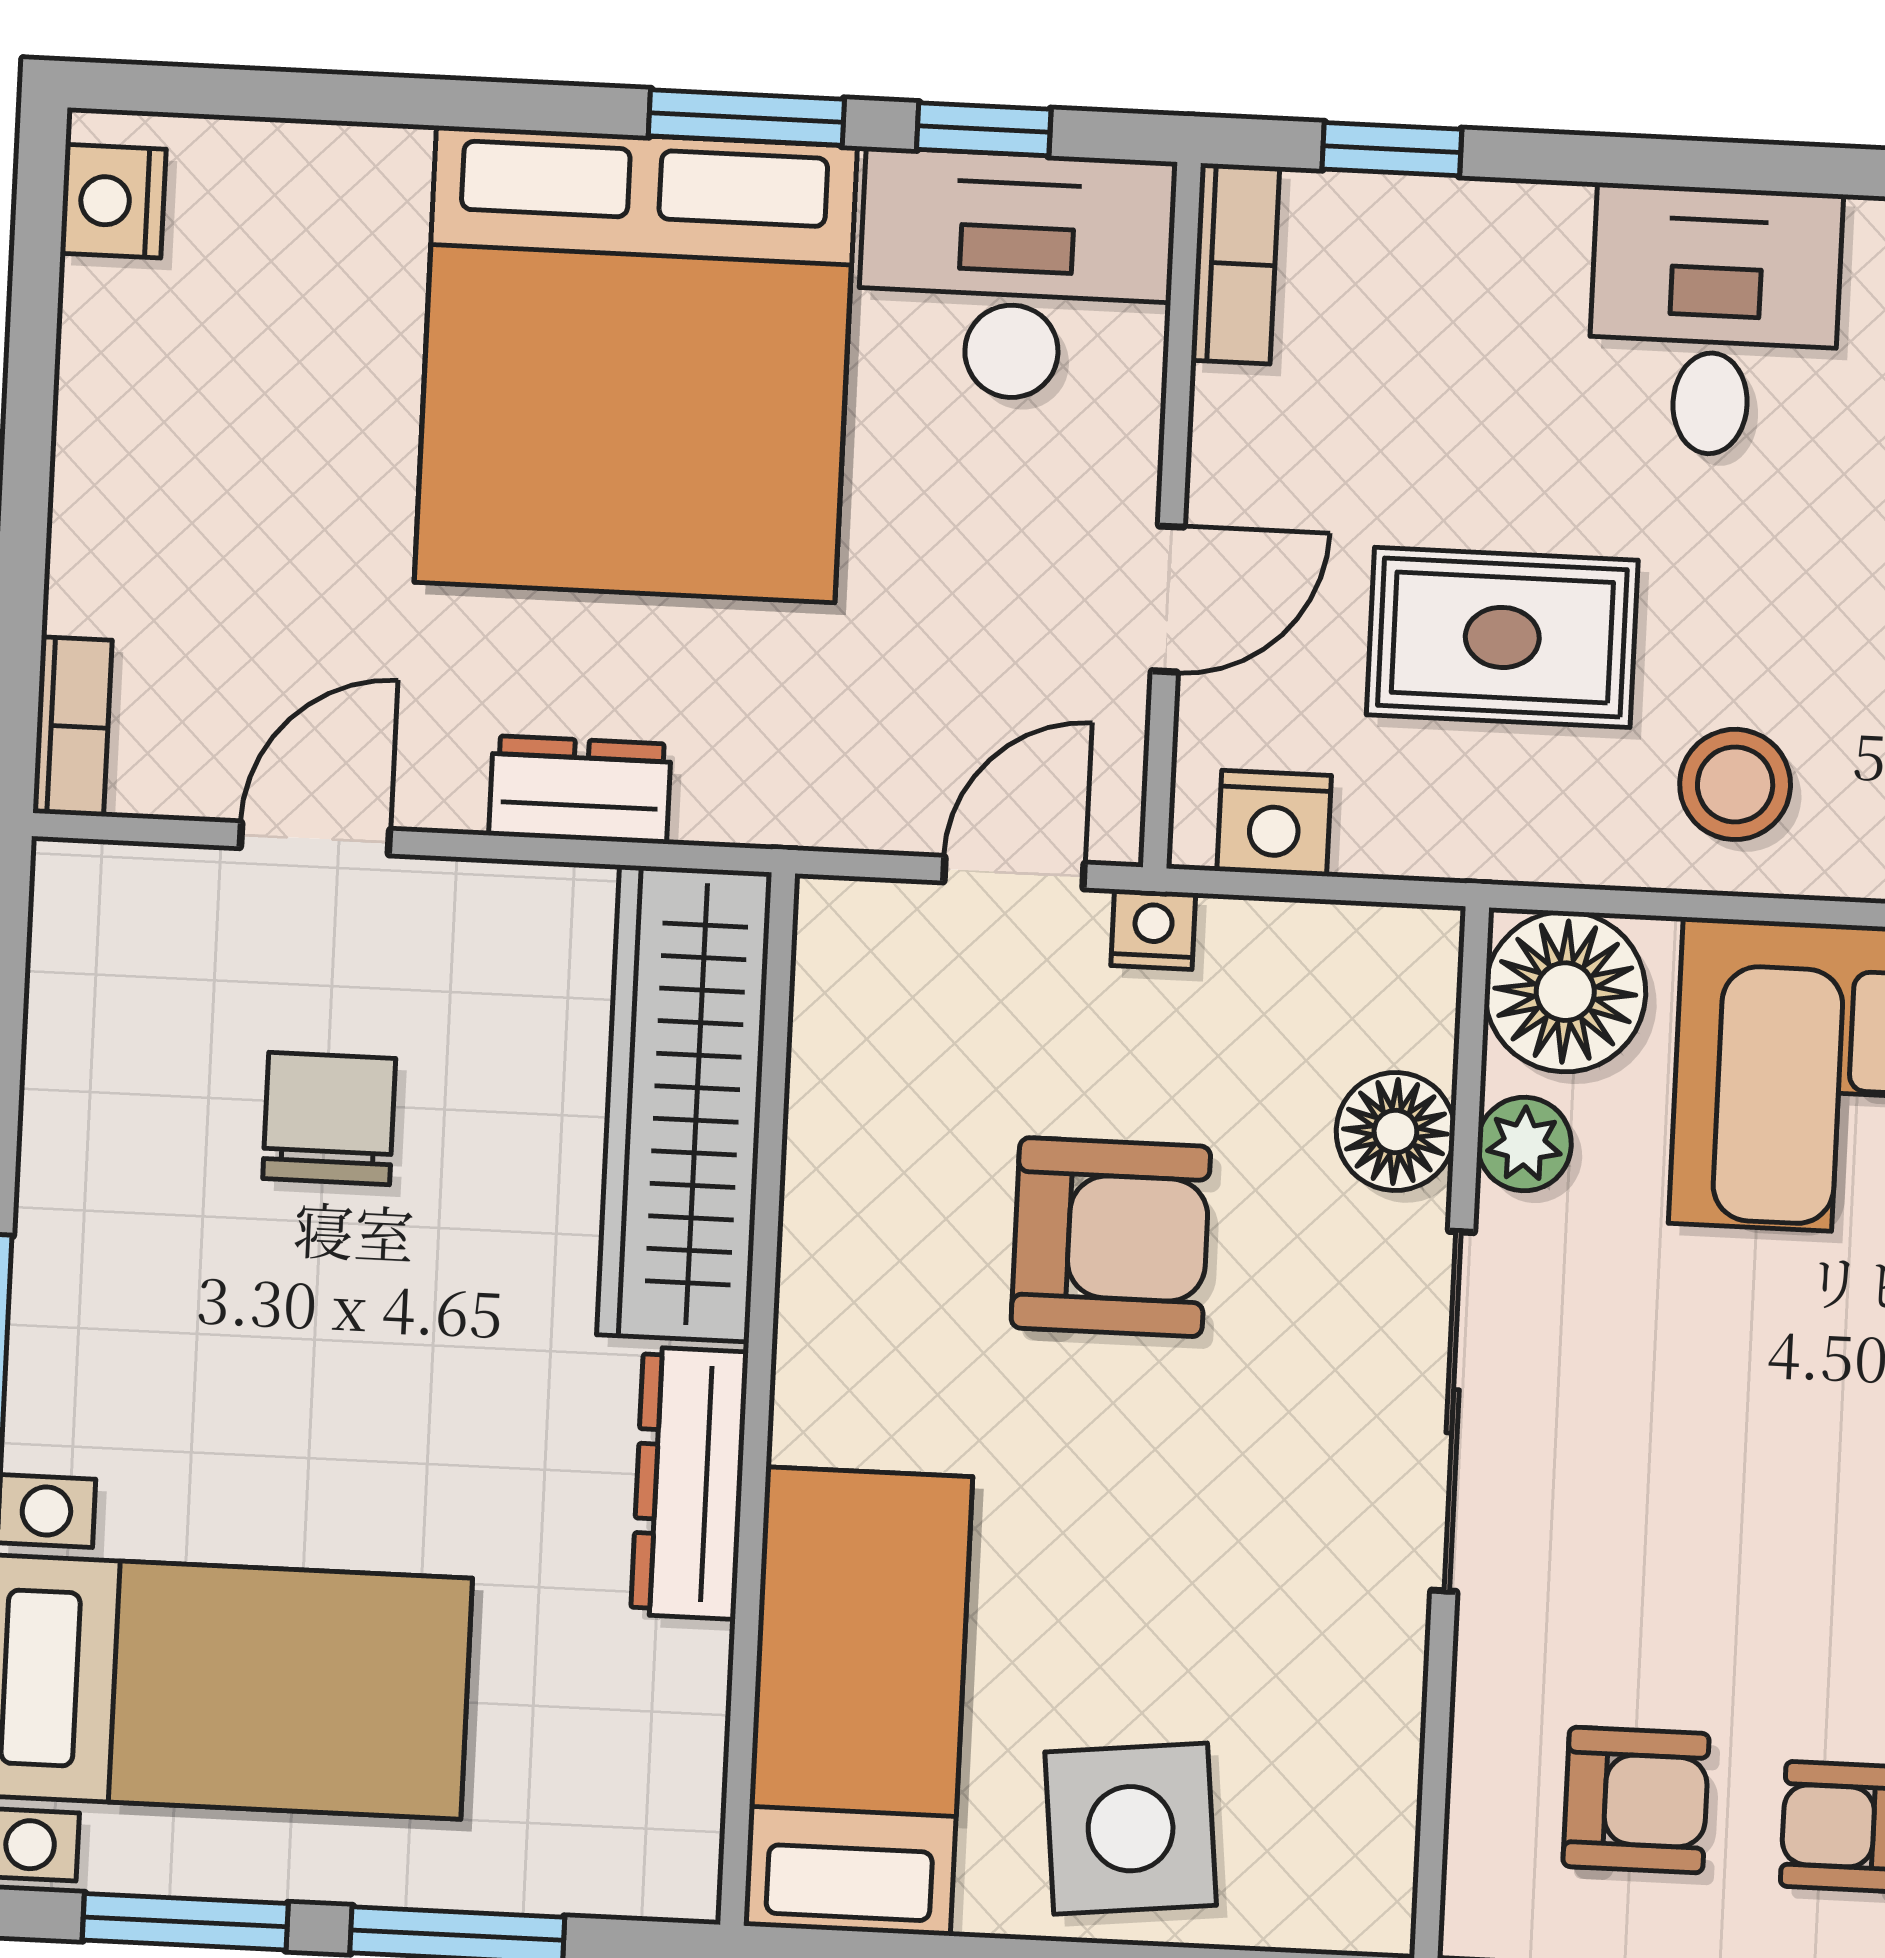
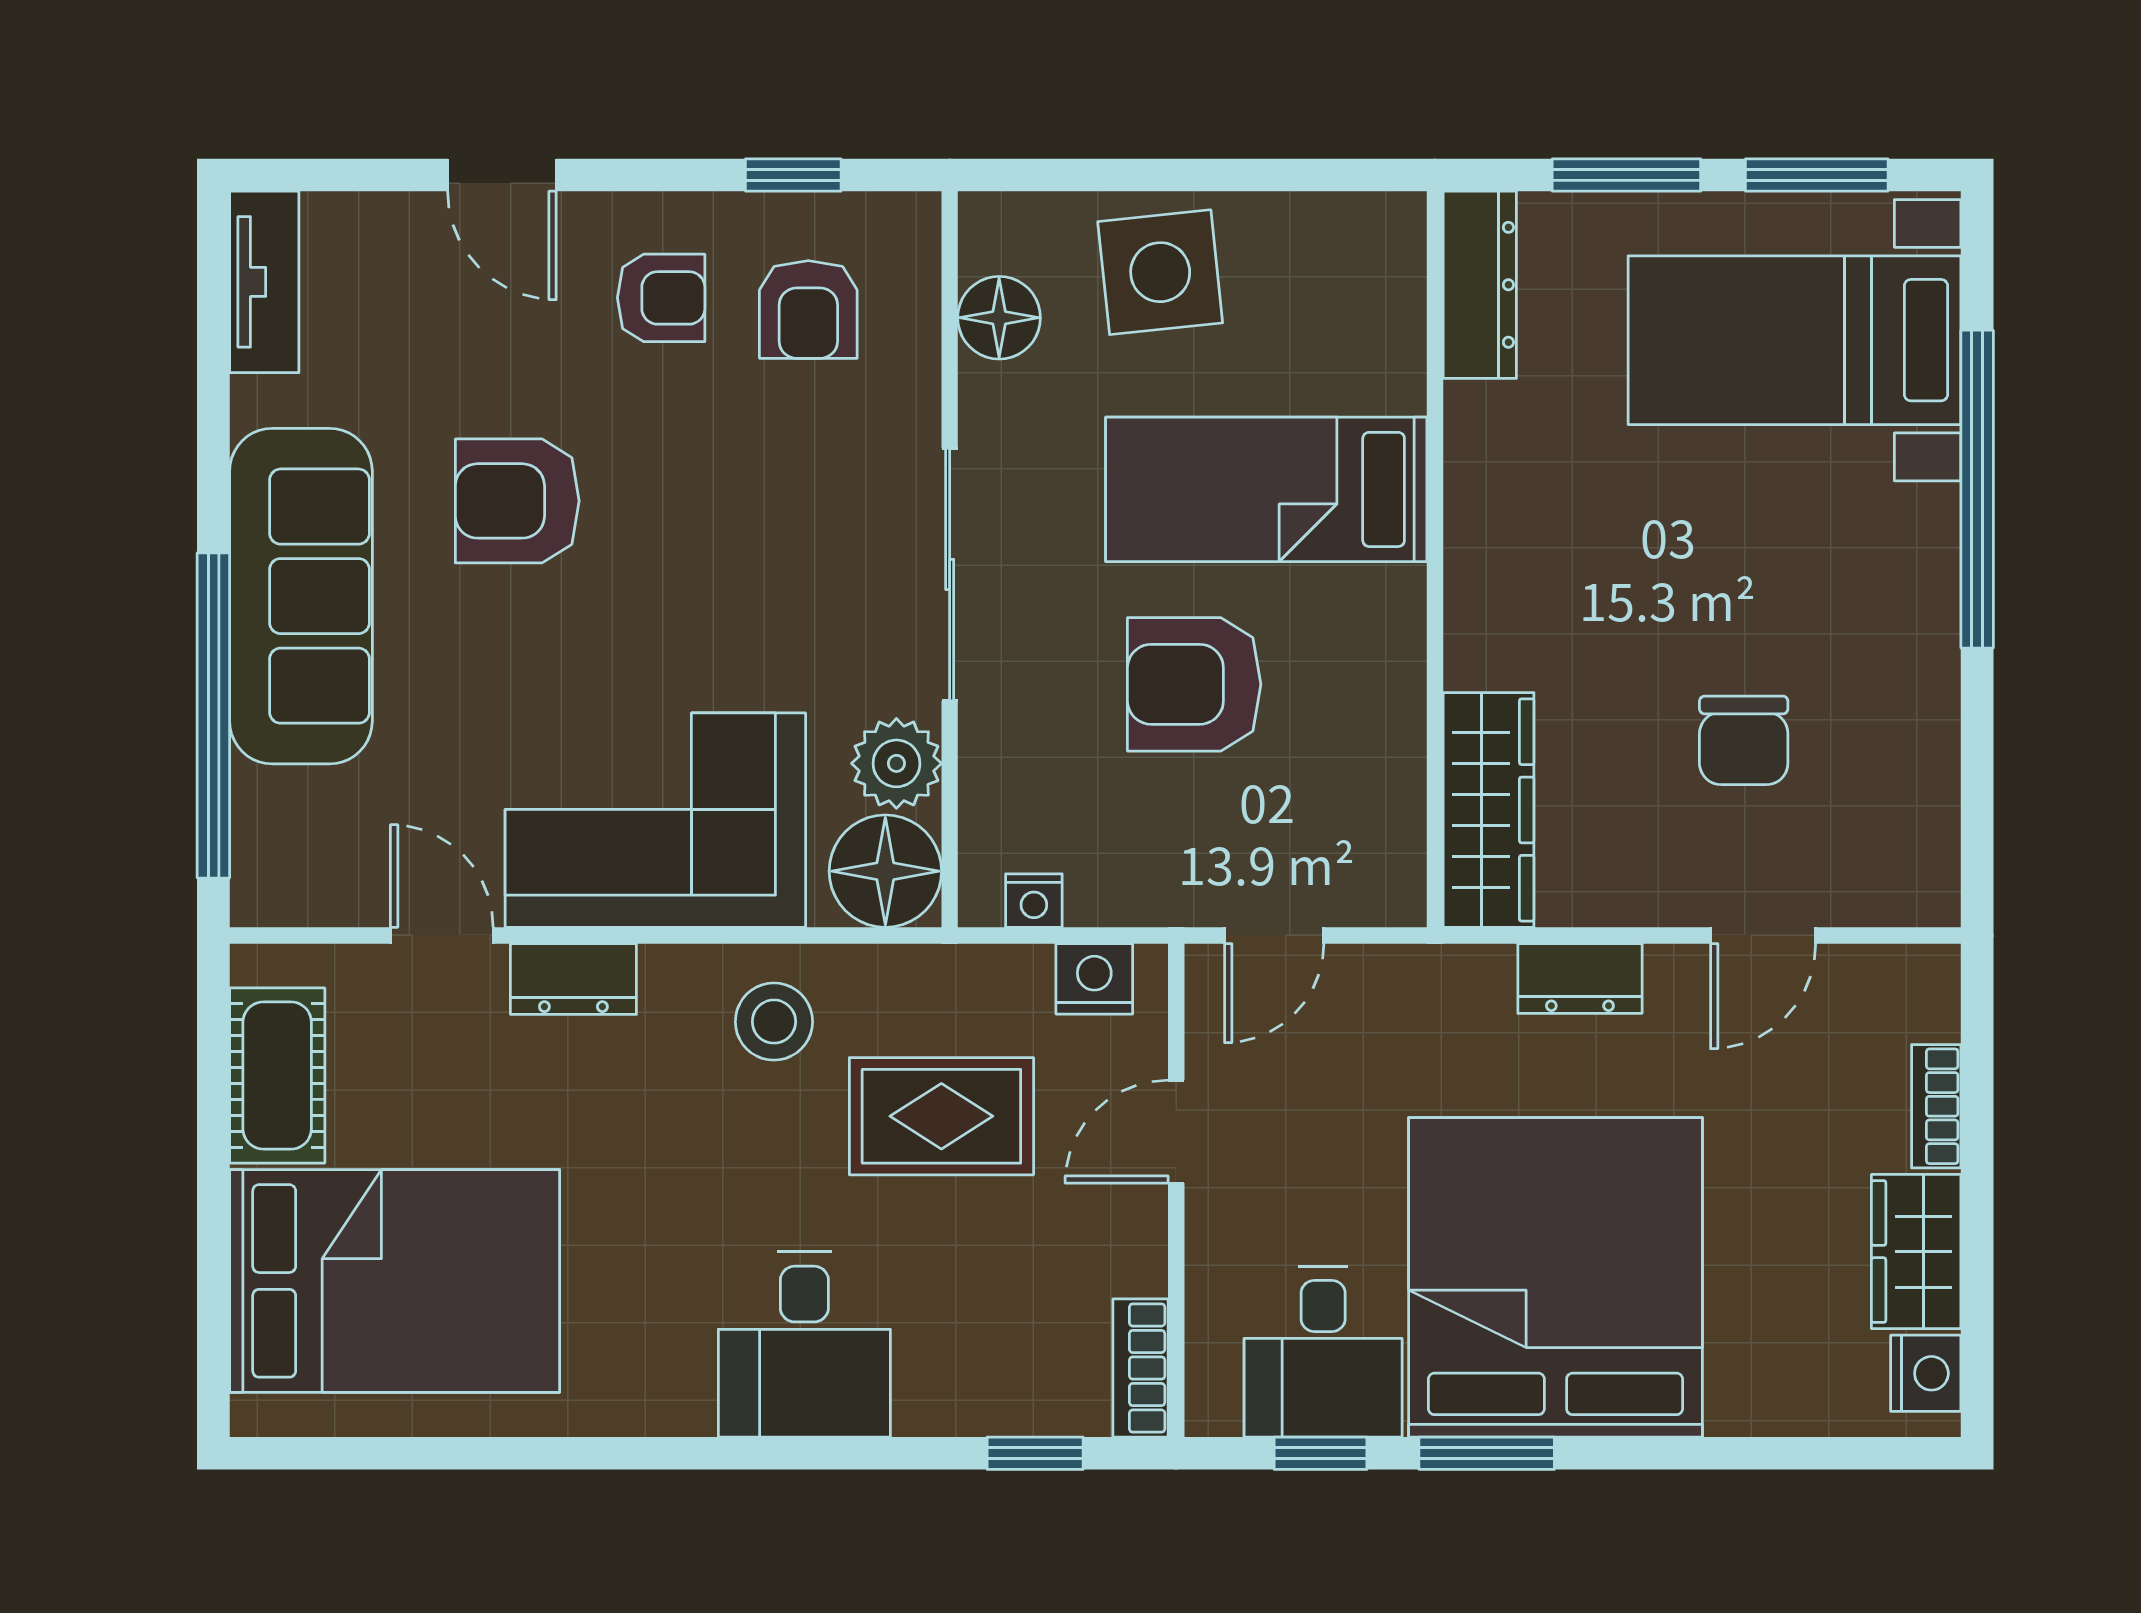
desk: (1015, 276) -> (1323, 1352), width x0.73
wardrobe: (118, 376) -> (1916, 1252), added
bookcase: (72, 727) -> (1936, 1106), moved
nightstand: (1153, 929) -> (1034, 901), moved
wardrobe: (684, 1104) -> (1489, 810), width x0.71, depth x0.85
floor lamp: (1395, 1132) -> (999, 318), moved
plant: (1524, 1144) -> (896, 763), width x1.38, depth x1.38
dresser: (689, 1483) -> (1480, 285), moved
bed: (858, 1701) -> (1266, 489), moved, turned 90
armchair: (1636, 1800) -> (808, 309), turned -90

